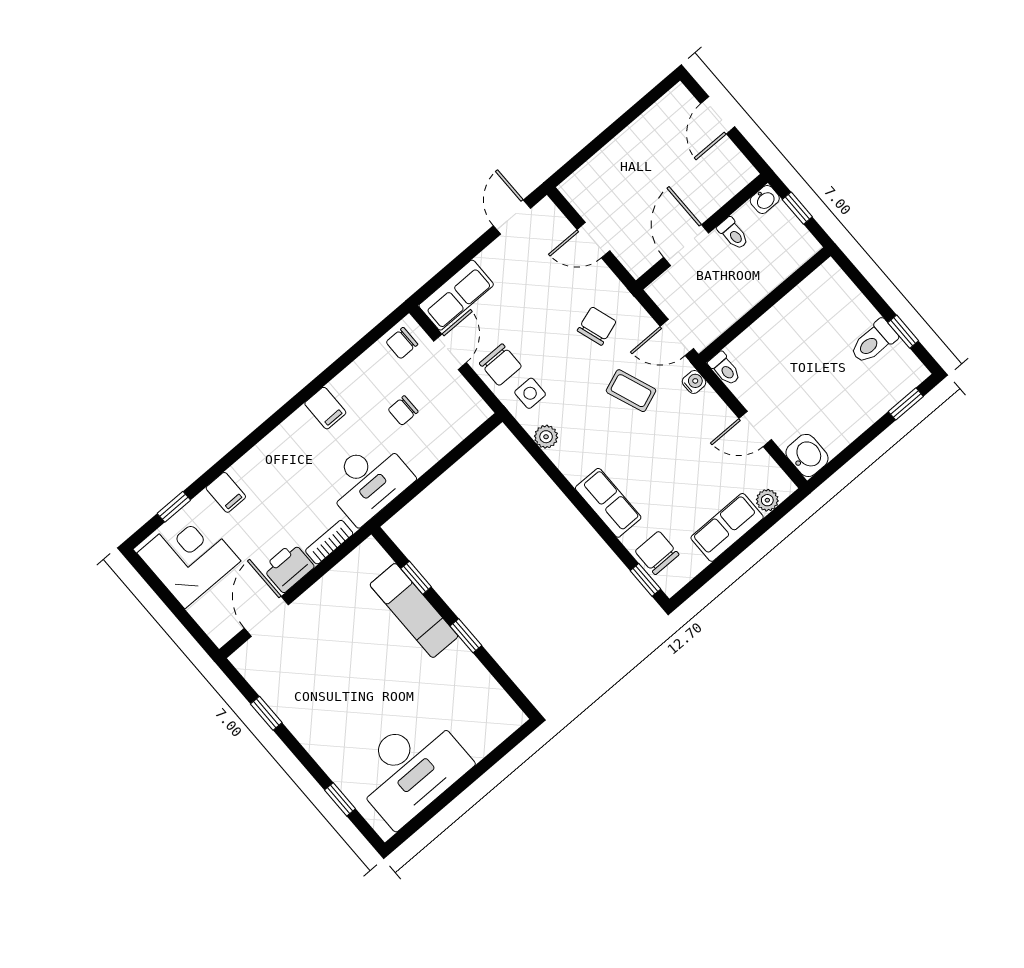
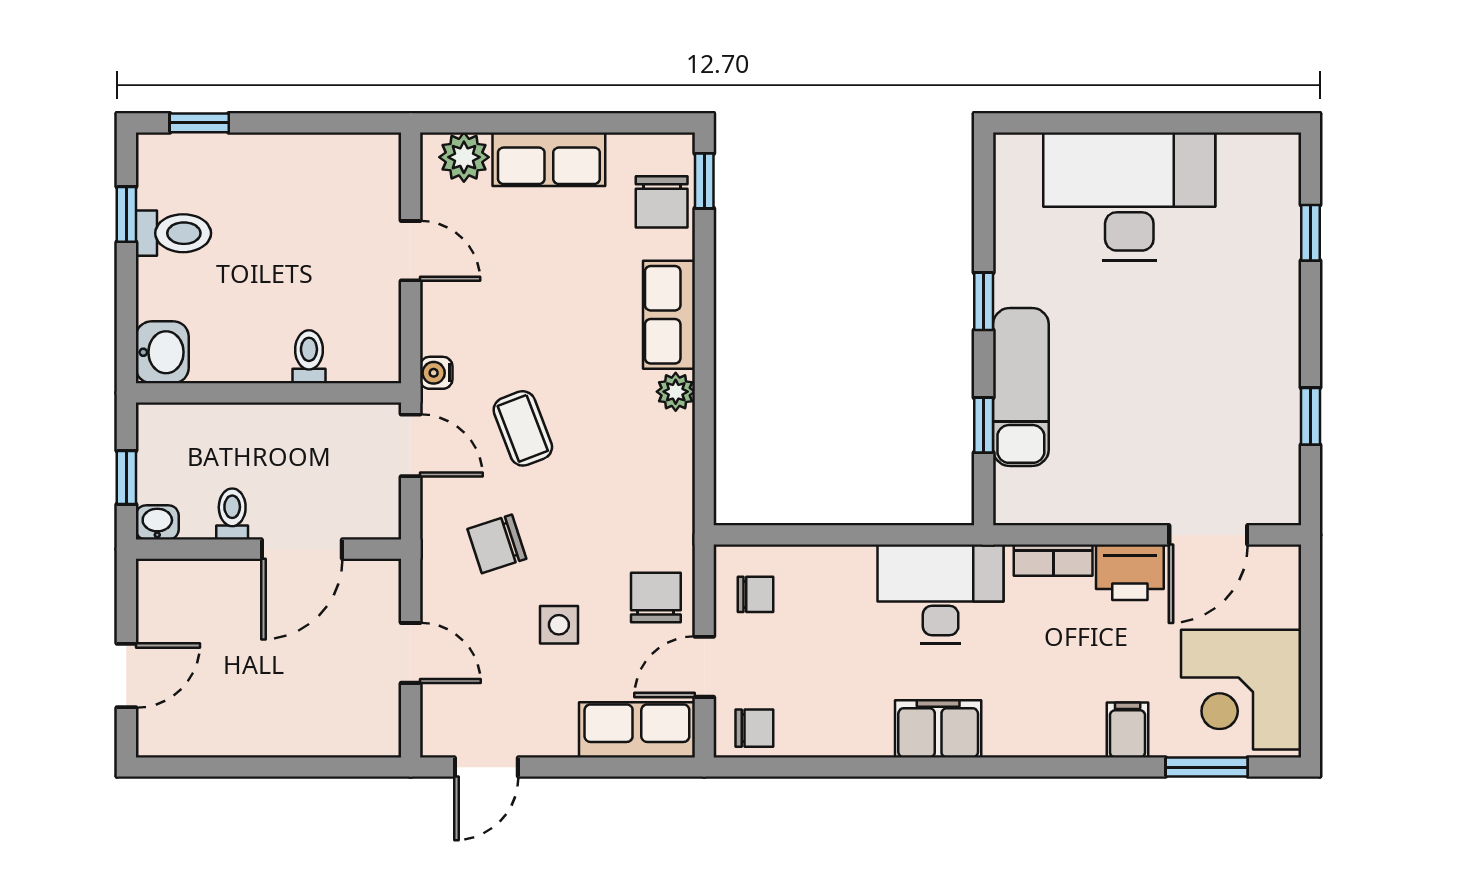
toilet: (725, 369) -> (309, 357), moved
side table: (530, 393) -> (559, 625), moved
filing cabinet: (325, 408) -> (938, 729), width x2.00
chair: (403, 411) -> (755, 594), moved
plant: (546, 437) -> (676, 392), moved
washbasin: (807, 455) -> (162, 352), moved, turned 180
plant: (767, 500) -> (464, 157), width x1.38, depth x1.38
window: (174, 507) -> (1207, 767), width x1.50
desk: (410, 769) -> (1129, 197), moved

